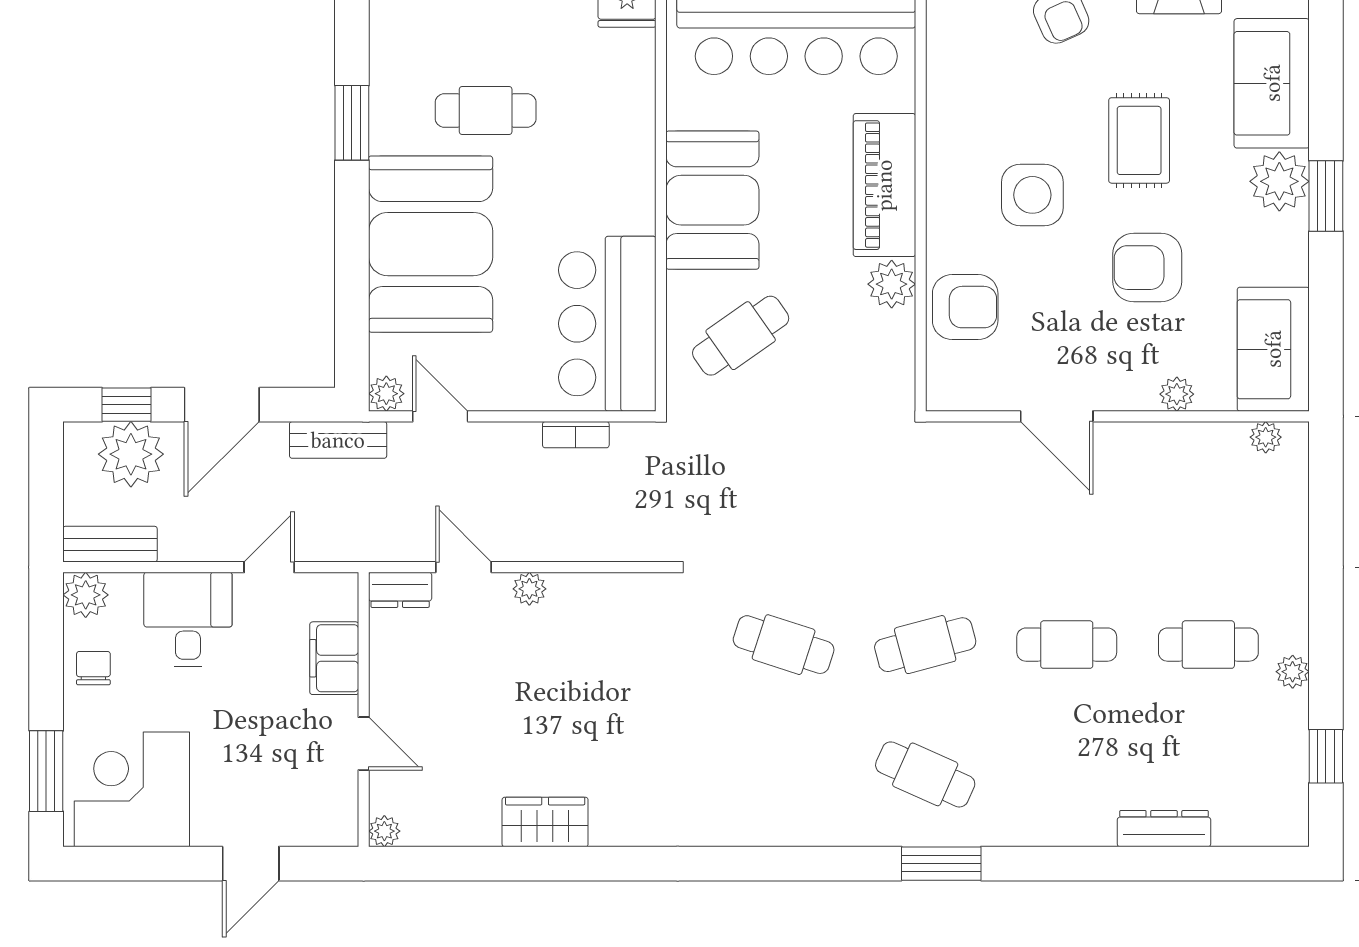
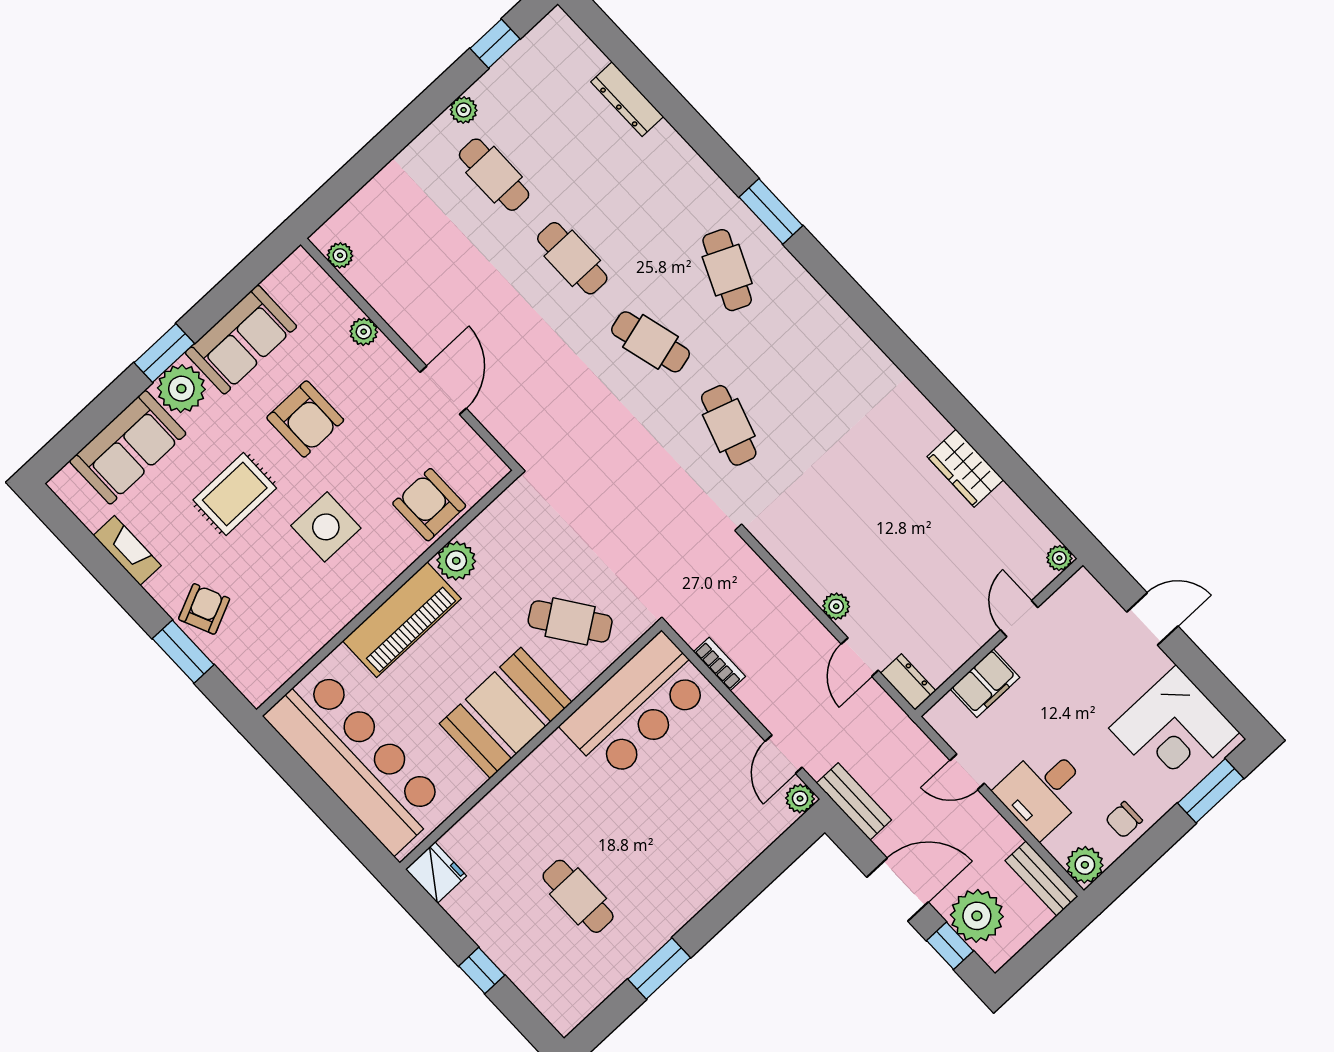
booth: (431, 244) -> (687, 855), removed
sofa: (1273, 349) -> (241, 340), moved

